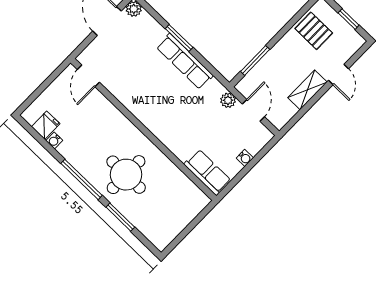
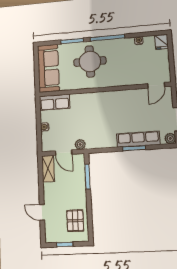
pallet: (314, 31) -> (75, 221), turned 90
row of seats: (185, 61) -> (138, 139), moved
door: (88, 76) -> (156, 85), swing flipped
shelving: (307, 90) -> (48, 169), moved
fridge: (46, 125) -> (161, 42), moved
sofa: (176, 216) -> (48, 68), added

